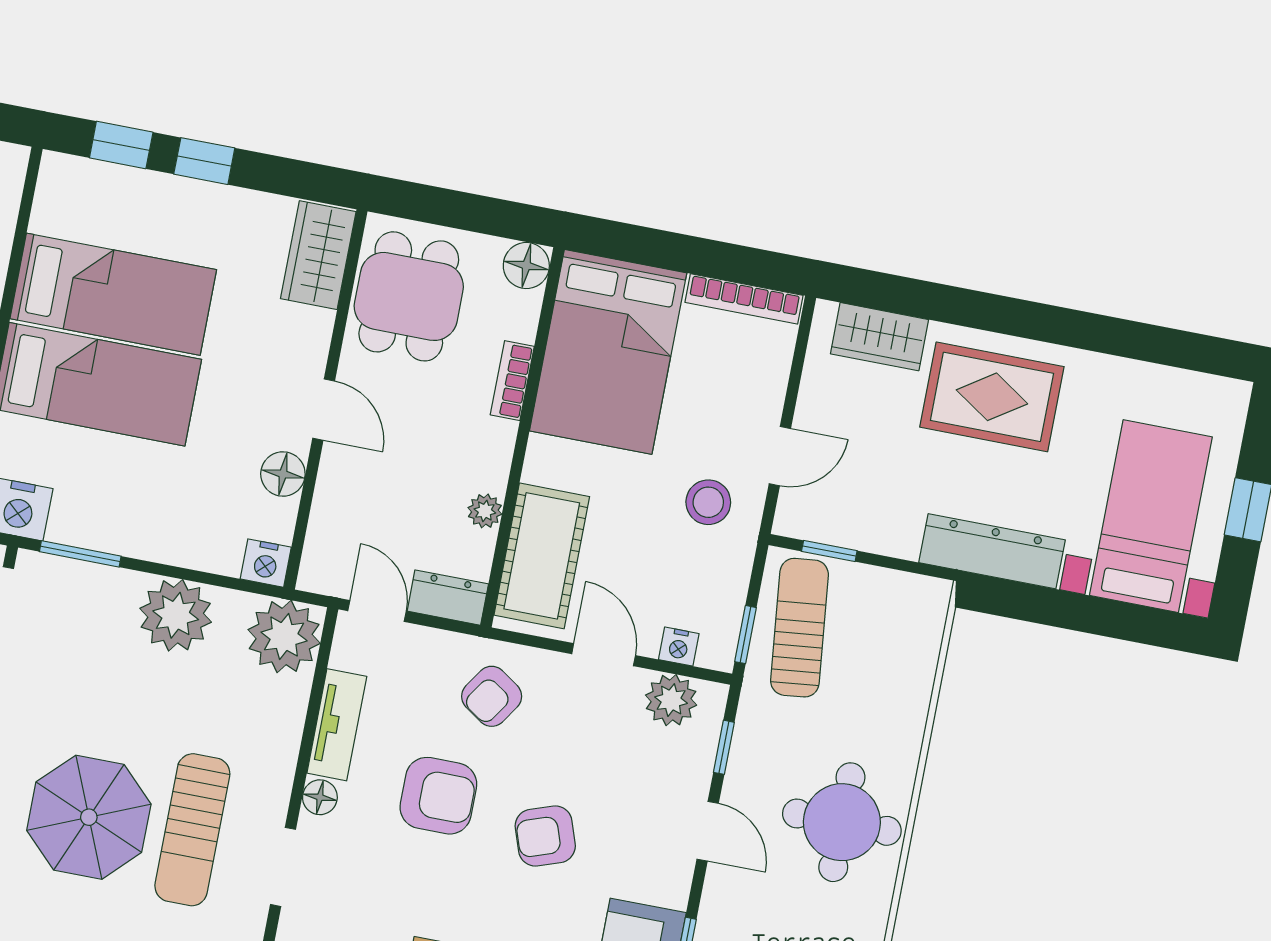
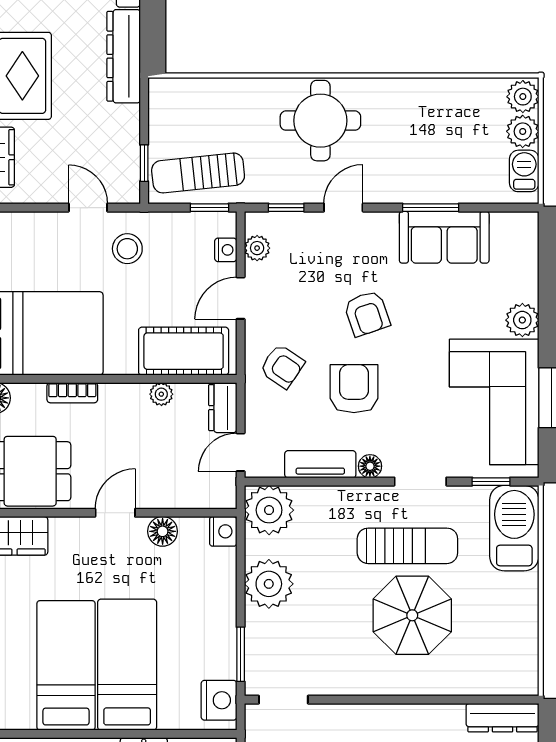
plant: (671, 700) -> (257, 248), width x0.73, depth x0.73

